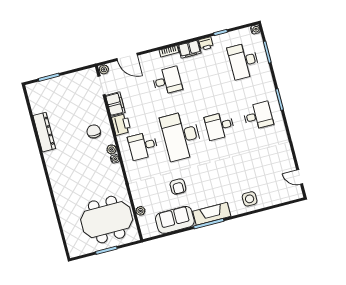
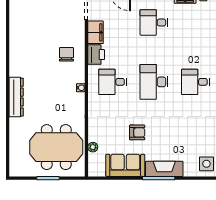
desk: (167, 81) -> (154, 22), turned 180
dresser: (44, 132) -> (16, 97), moved
desk: (181, 136) -> (154, 82), width x0.73, depth x0.77
plant: (112, 149) -> (80, 77), removed
armchair: (178, 187) -> (137, 132), turned -90

